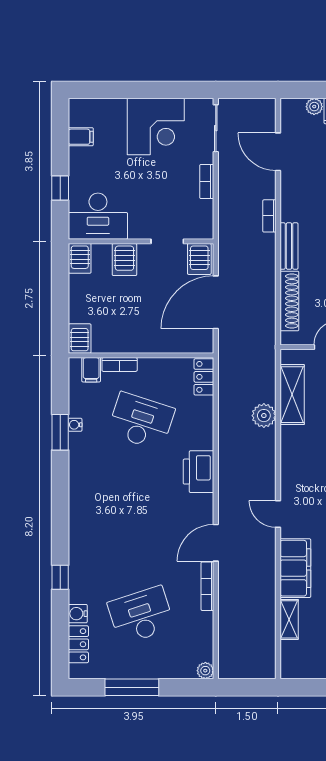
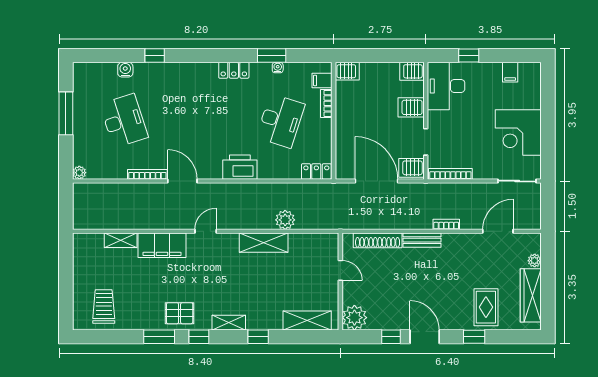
bookcase: (207, 181) -> (450, 174), moved, width x1.56
shelving: (292, 395) -> (264, 243), moved
locker: (78, 644) -> (234, 70), moved

